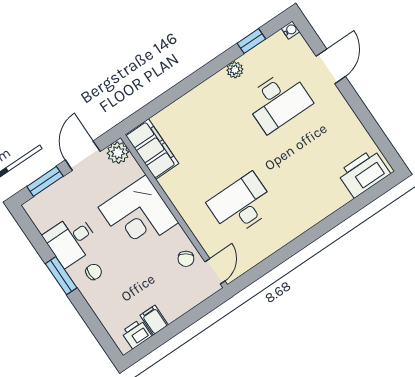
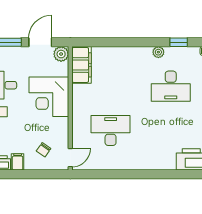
chair: (186, 259) -> (44, 150), moved

